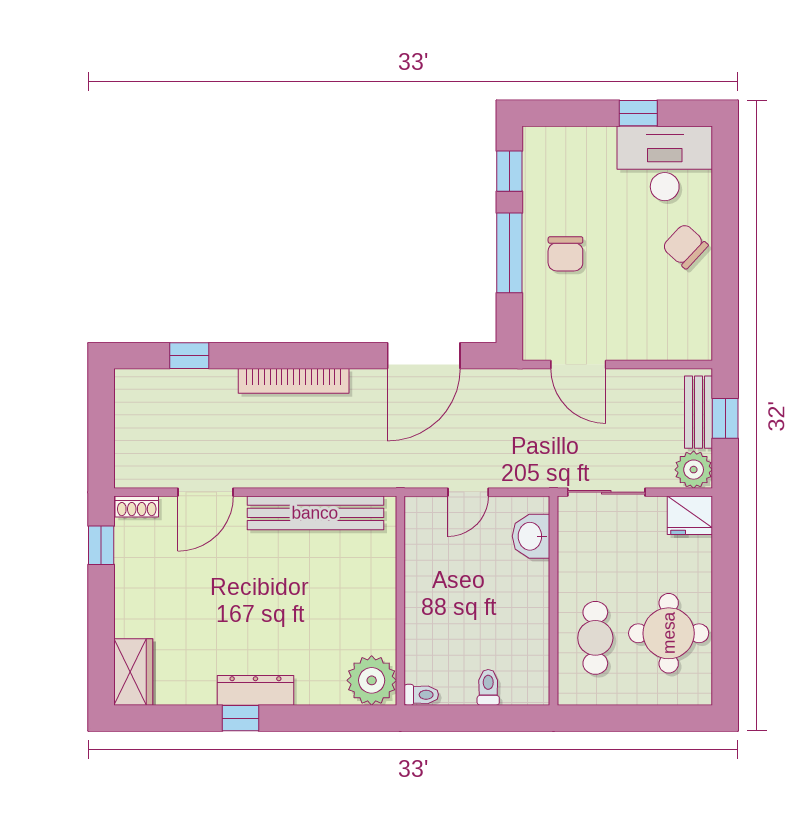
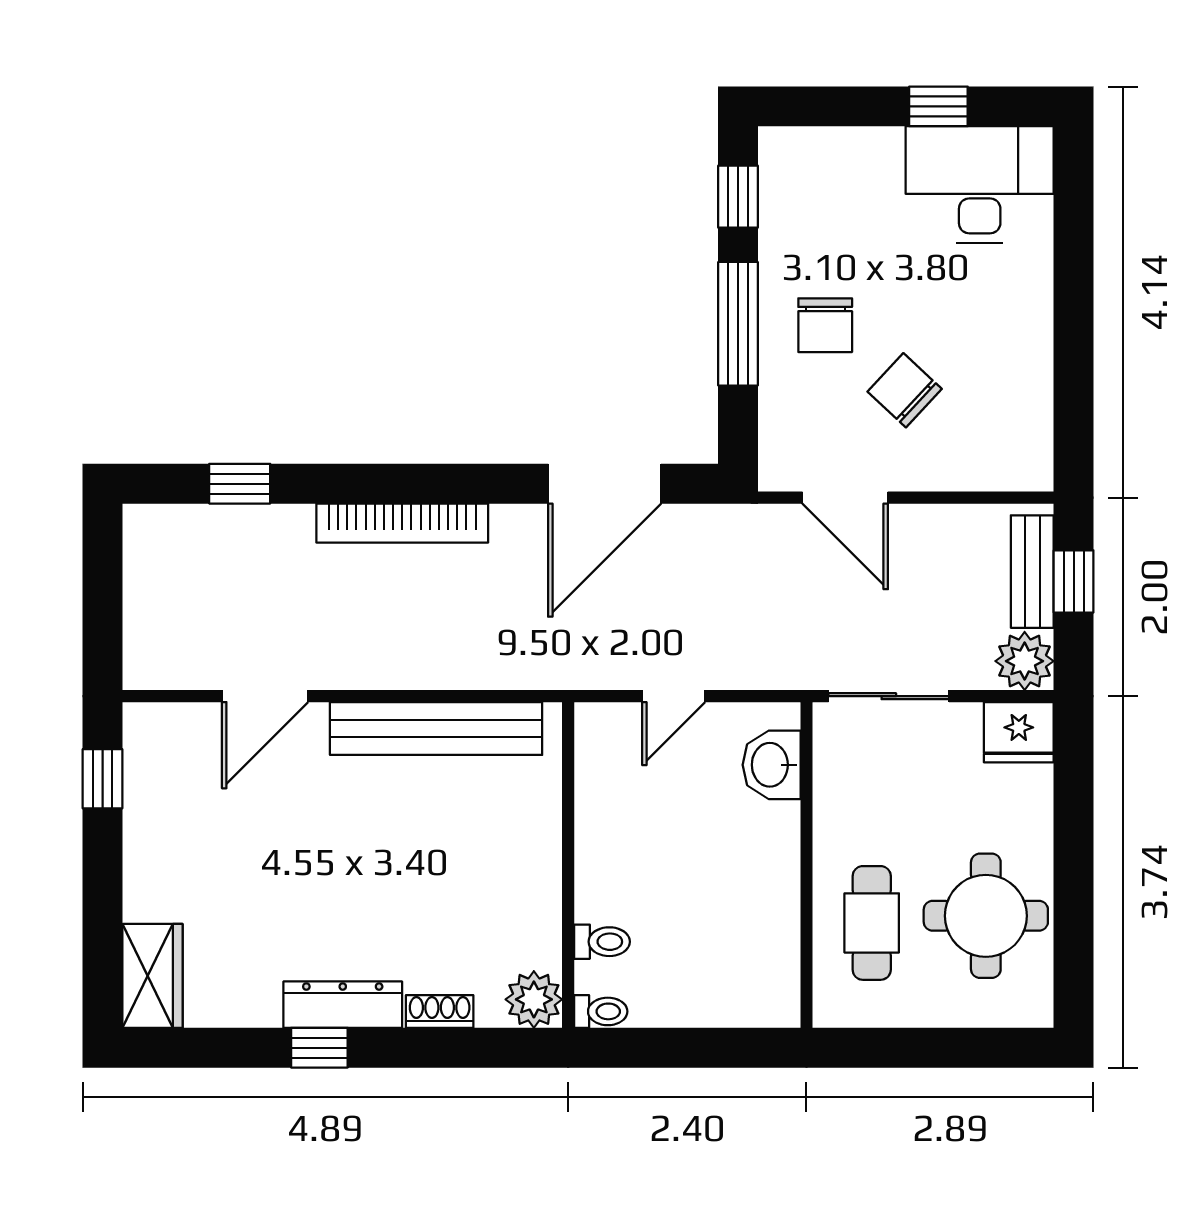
chair: (685, 246) -> (905, 390), moved
shoe rack: (137, 507) -> (440, 1011), moved, turned 180
plant: (372, 680) -> (534, 999), width x0.73, depth x0.73
toilet: (488, 687) -> (602, 942), moved, turned 90

